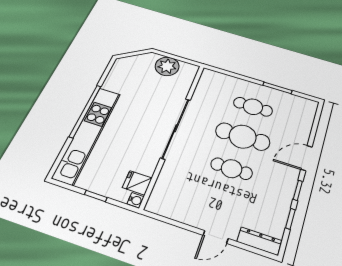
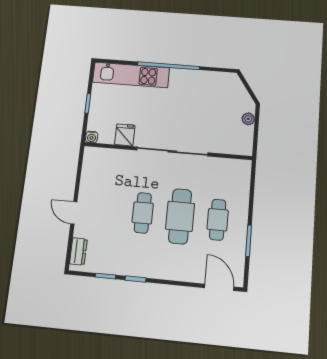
plant: (167, 66) -> (248, 119), width x0.53, depth x0.53
kitchen unit: (87, 135) -> (131, 75), width x0.73
door: (306, 158) -> (219, 287), moved
fridge: (137, 183) -> (125, 135), moved
dresser: (259, 241) -> (78, 251), width x0.70

